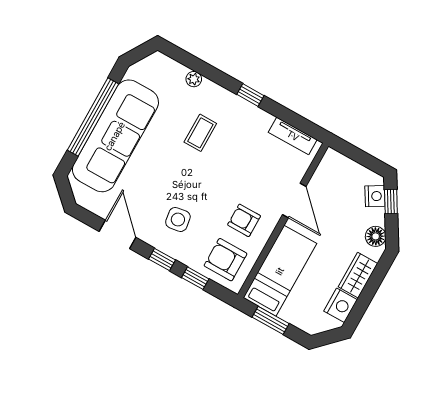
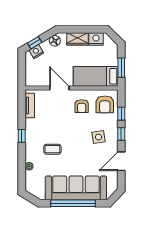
door: (294, 200) -> (59, 88), hinge flipped

